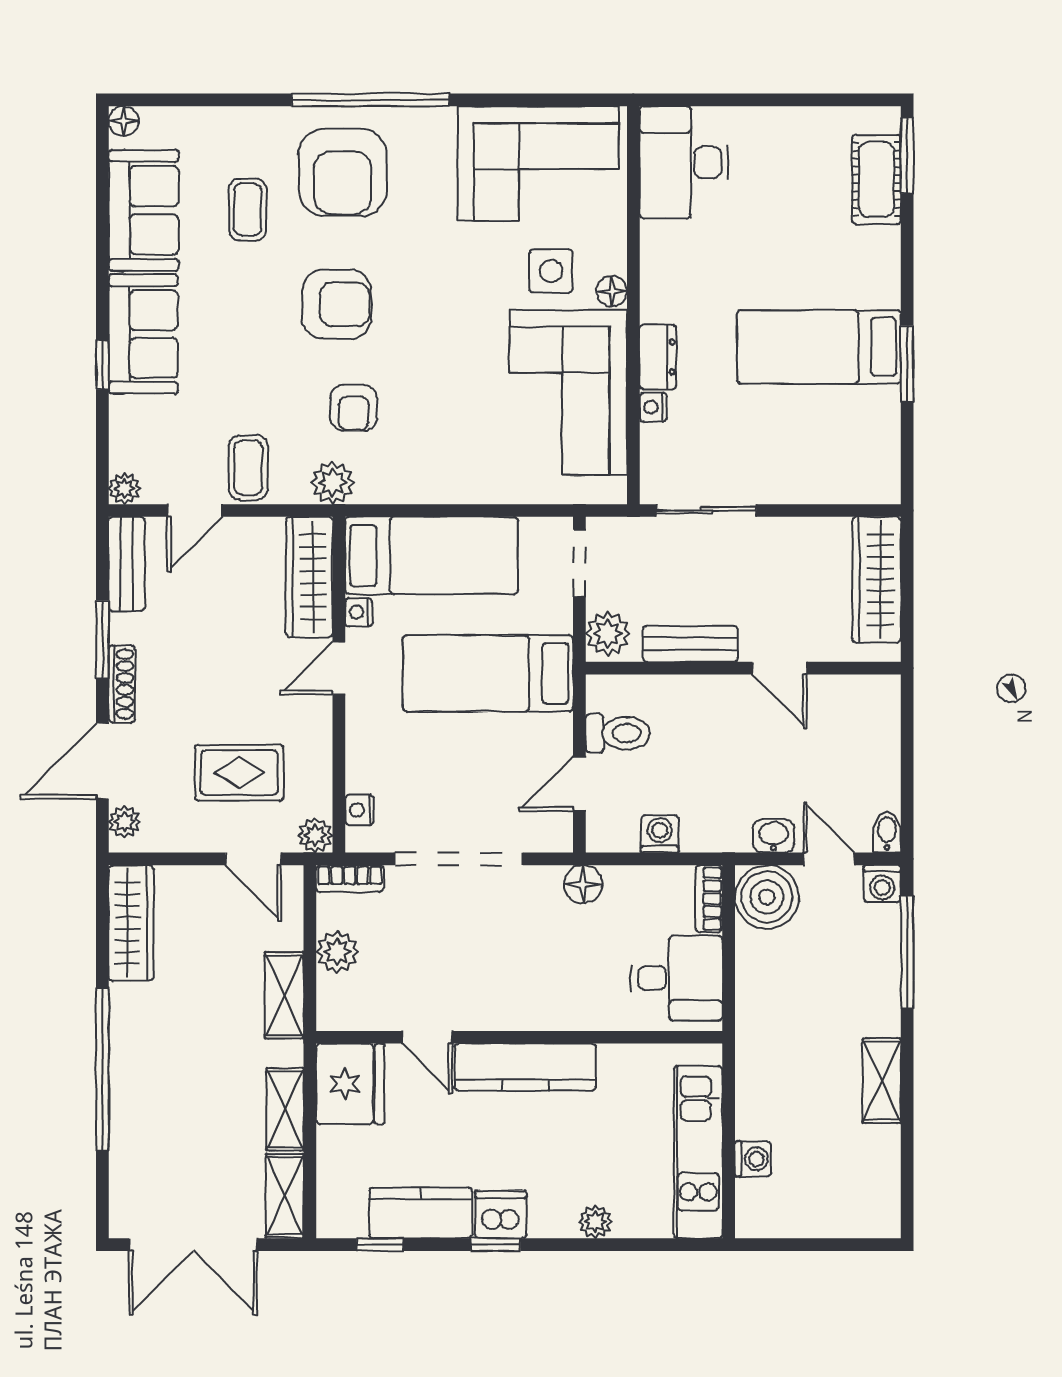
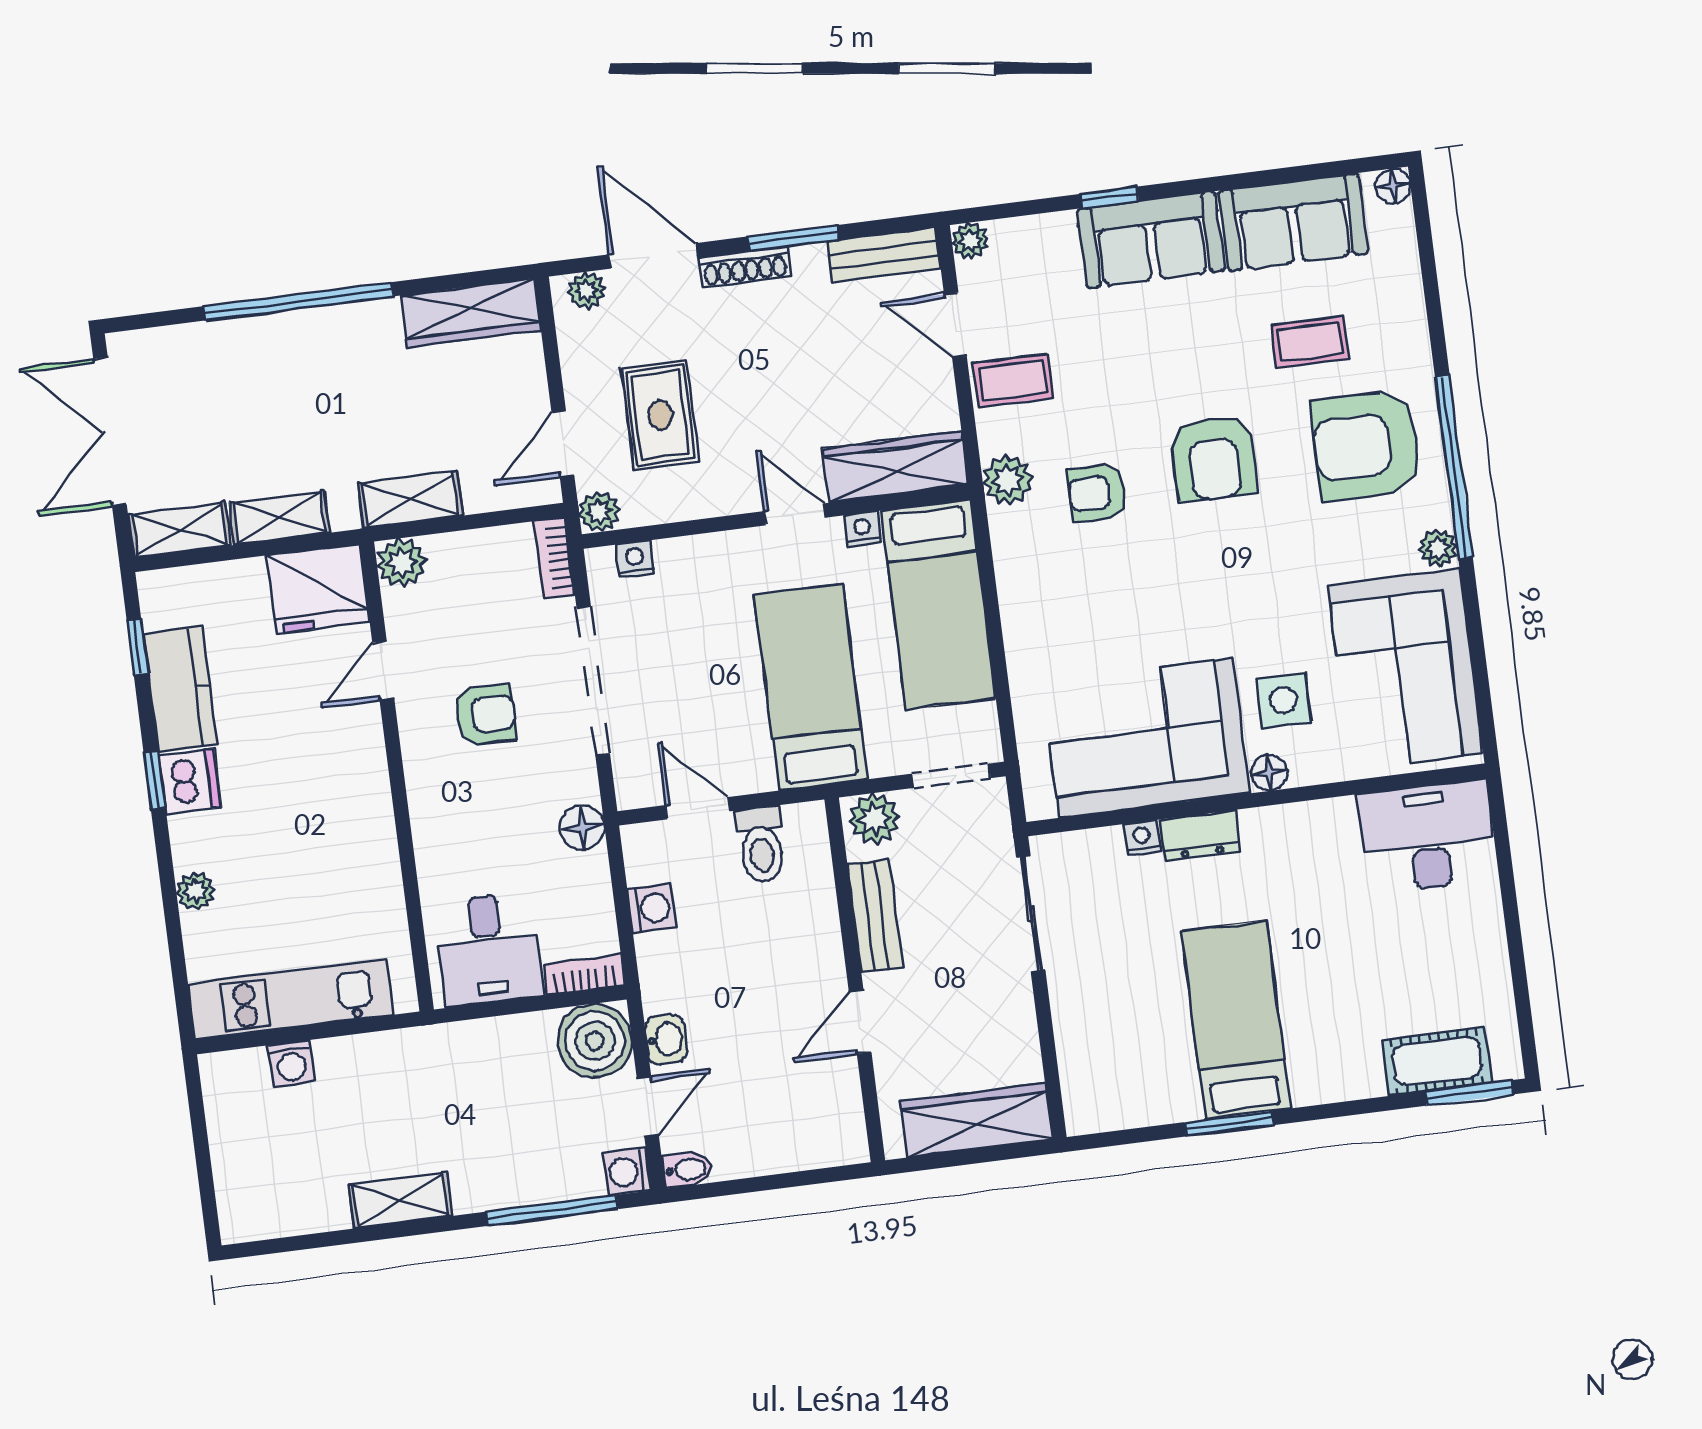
plant: (438, 122) -> (1438, 548), added
plant: (337, 952) -> (402, 563), moved
armchair: (476, 955) -> (485, 715), added
kitchen counter: (525, 1067) -> (363, 788), removed

